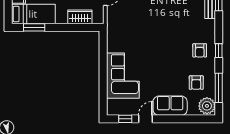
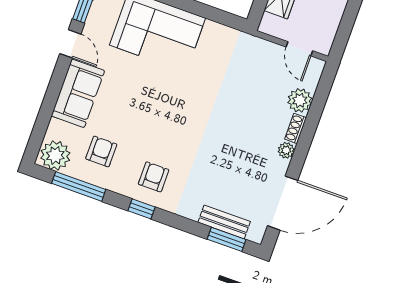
armchair: (200, 50) -> (154, 177), turned 90
armchair: (196, 83) -> (101, 151), turned 90

